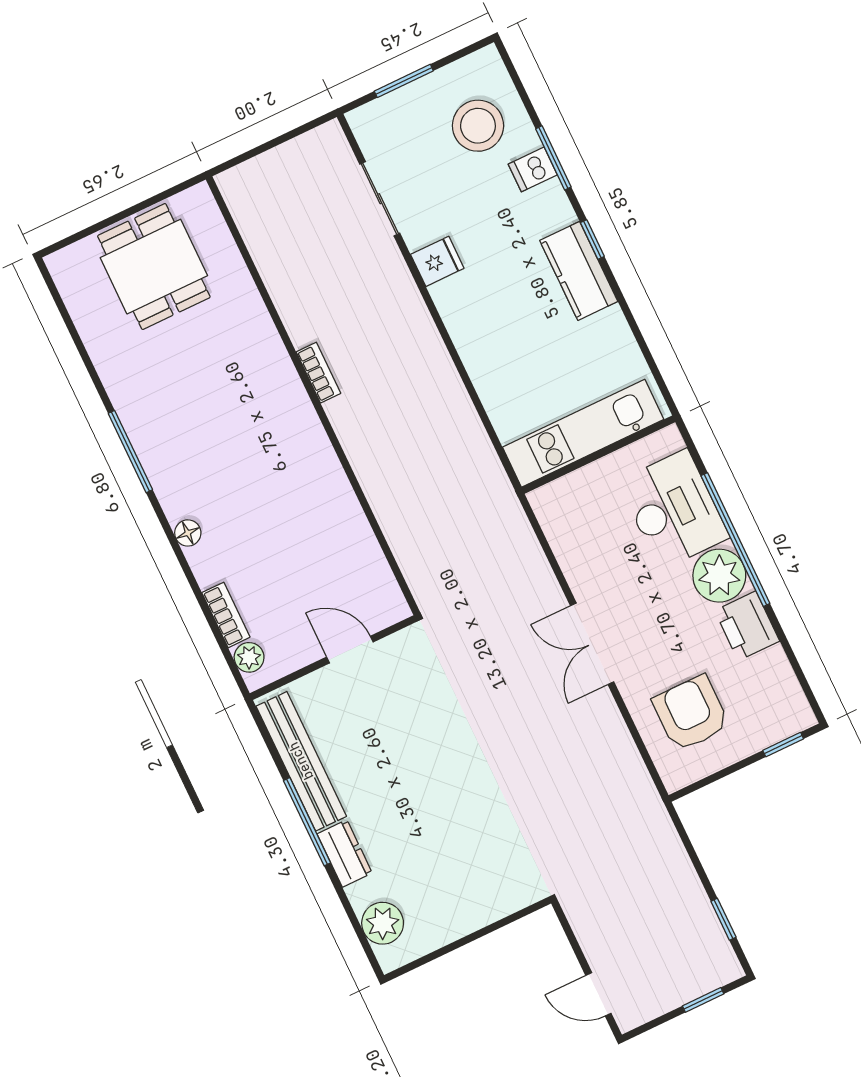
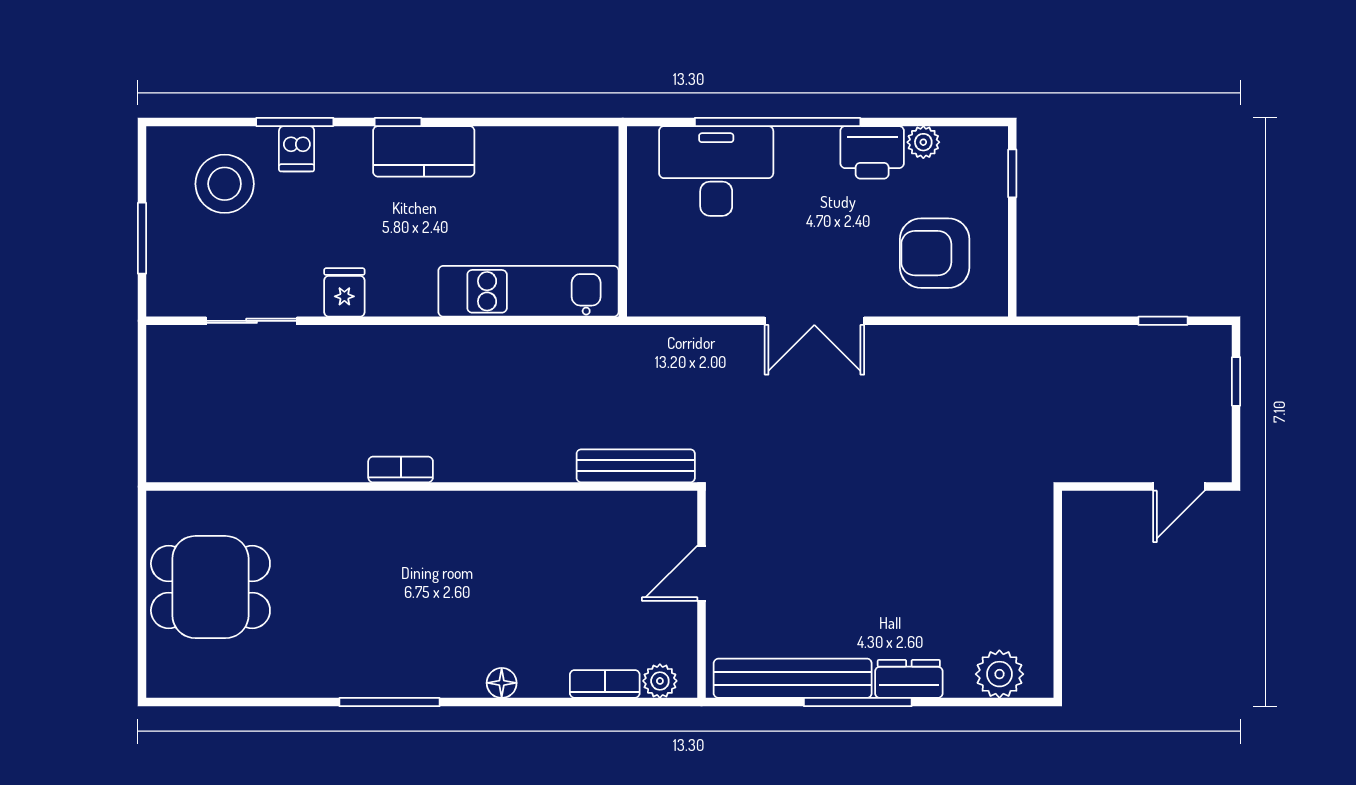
kitchen unit: (583, 433) -> (528, 291), moved, turned 90
bench: (410, 557) -> (636, 466), added
plant: (719, 576) -> (923, 142), moved, width x0.53, depth x0.53

